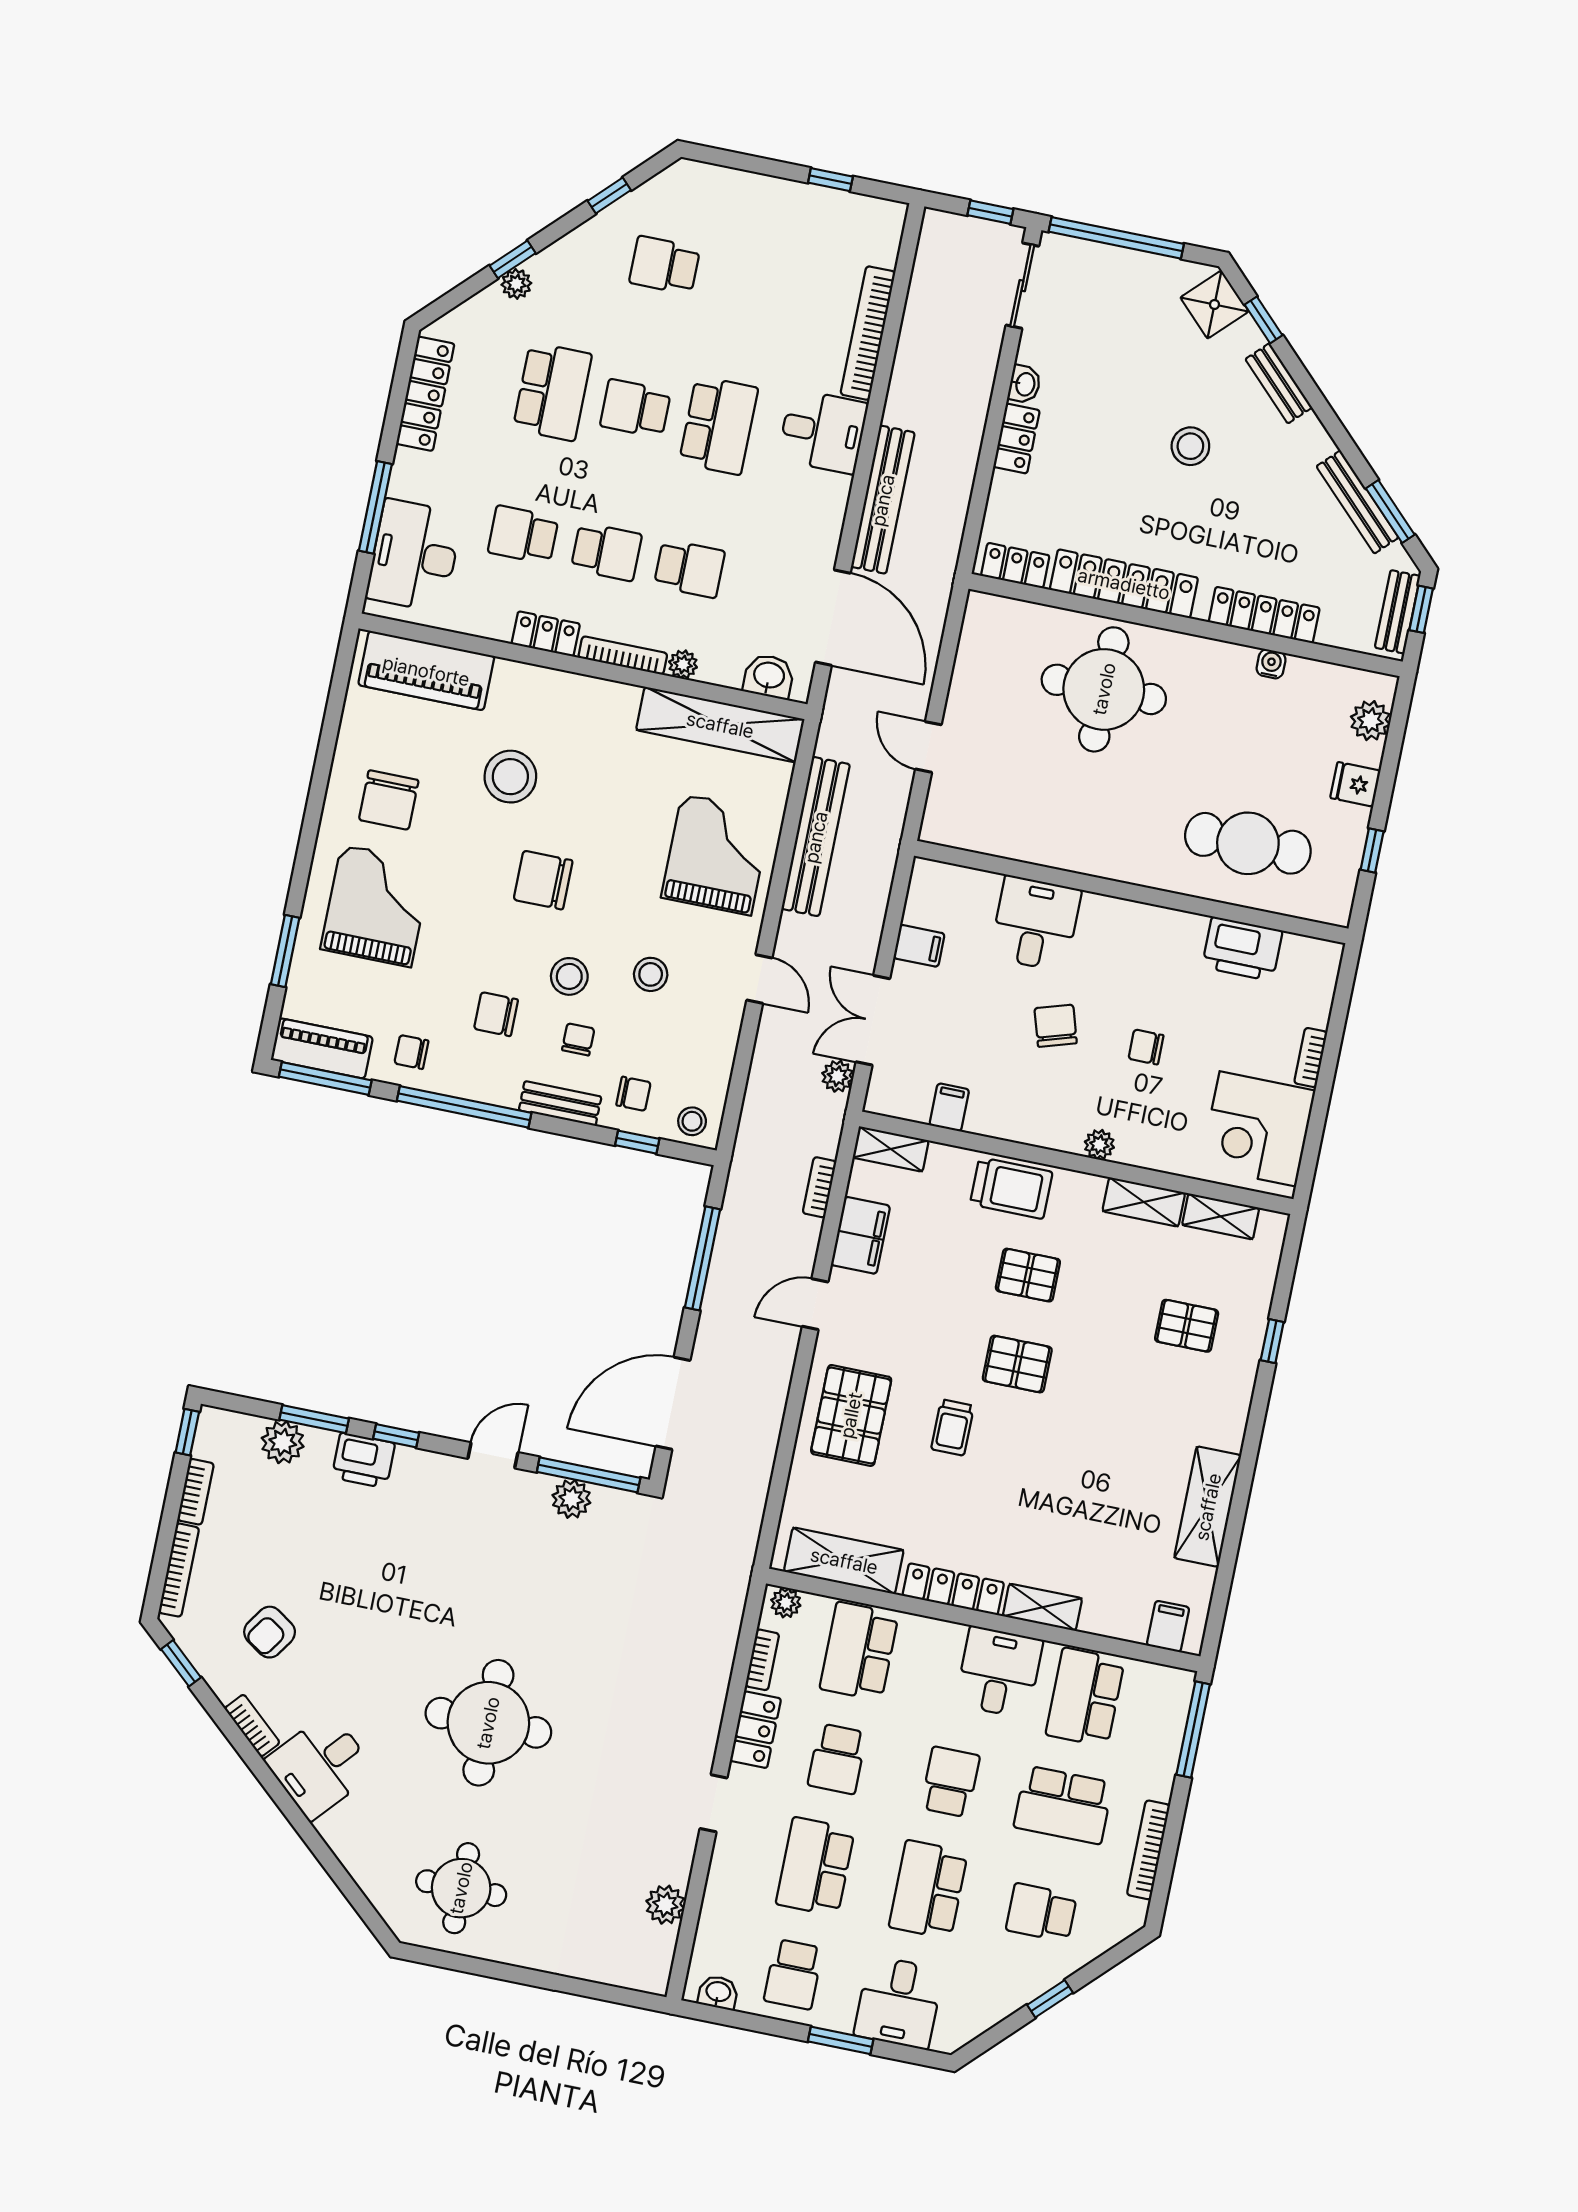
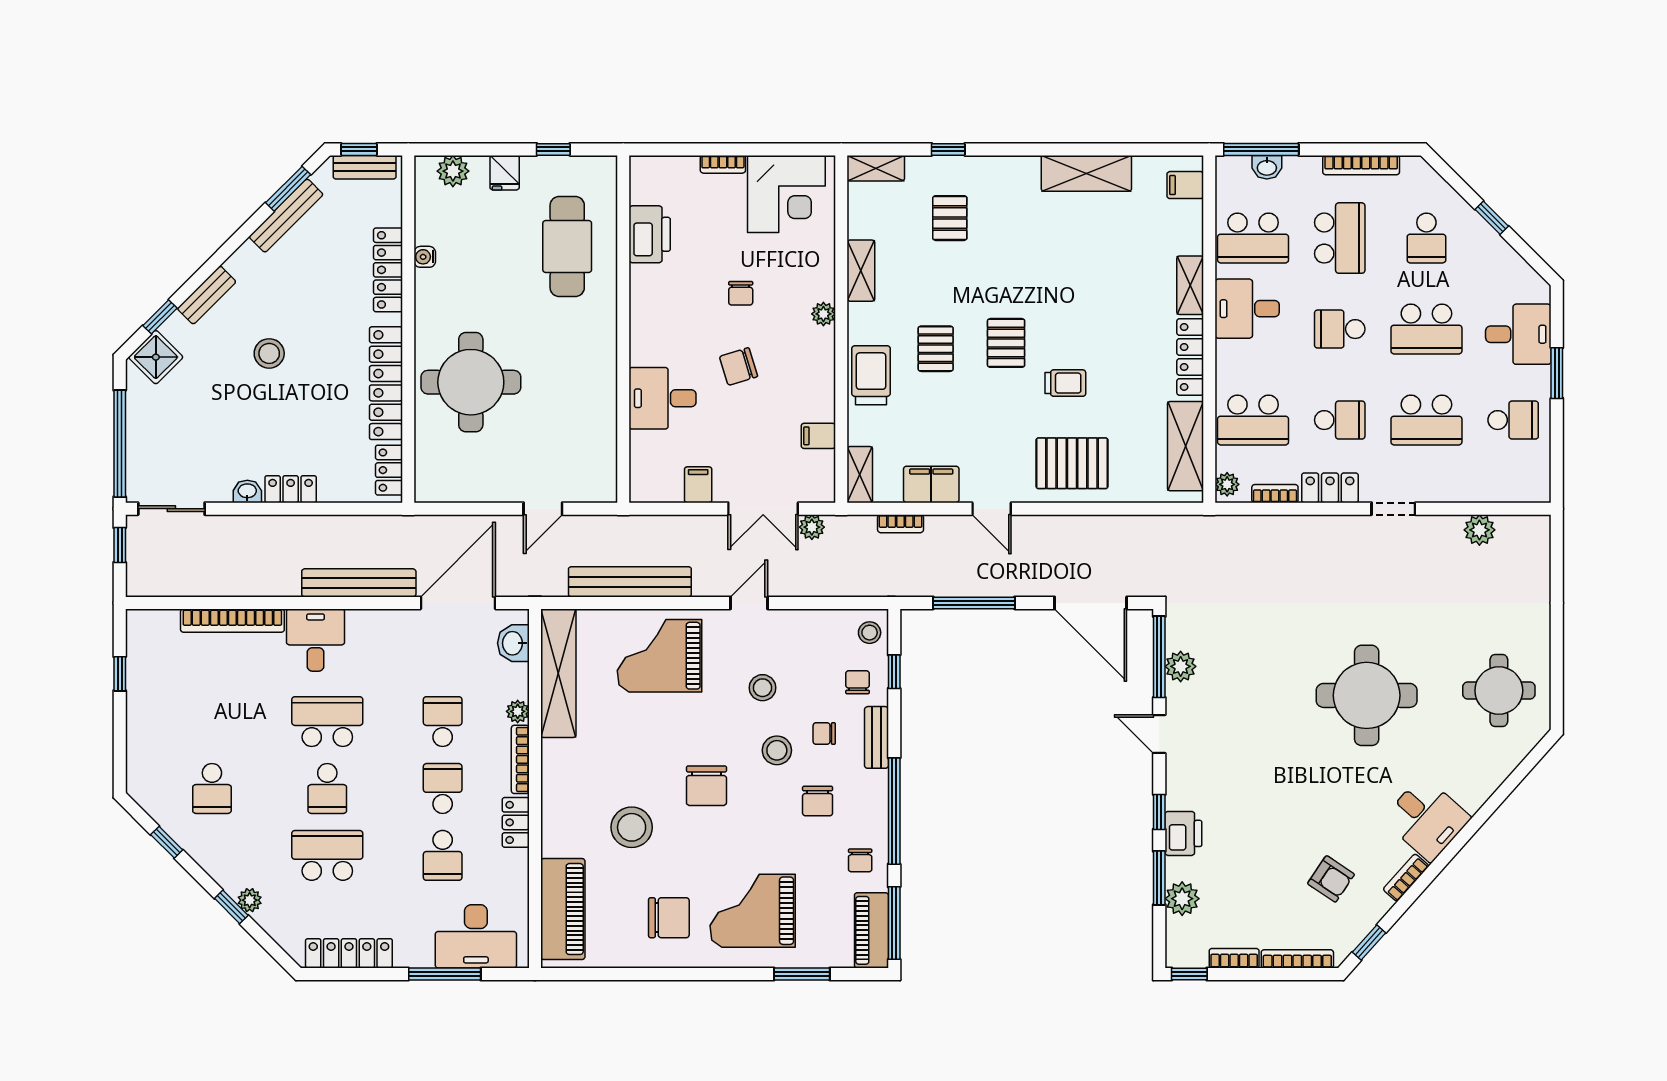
shelving: (1221, 1216) -> (876, 168), moved, turned 90
washbasin: (718, 1992) -> (1267, 167), moved, turned -90

